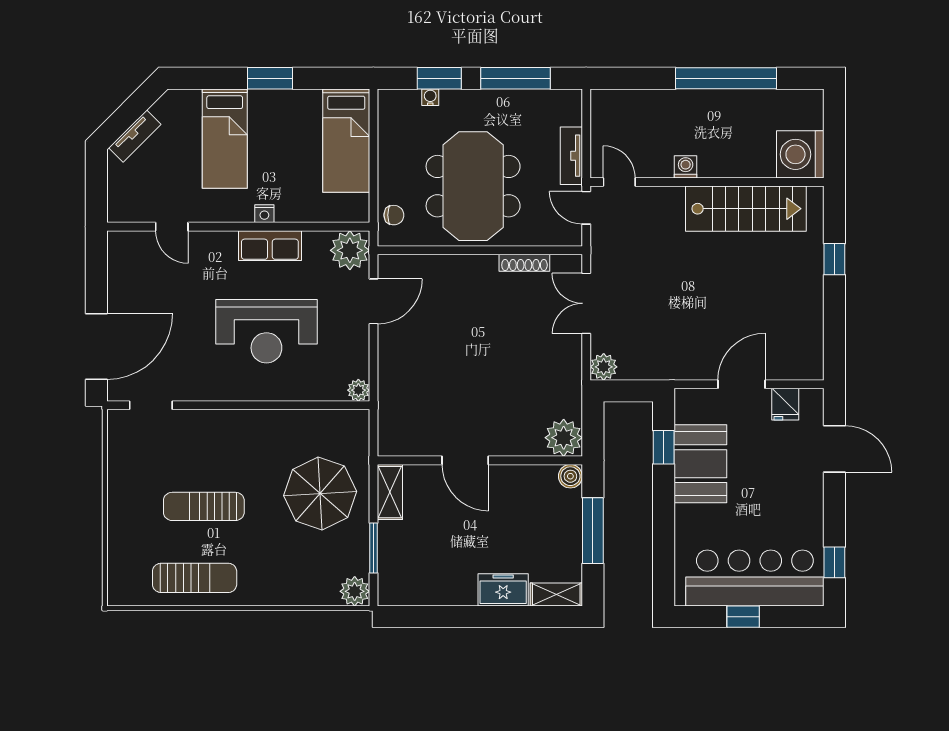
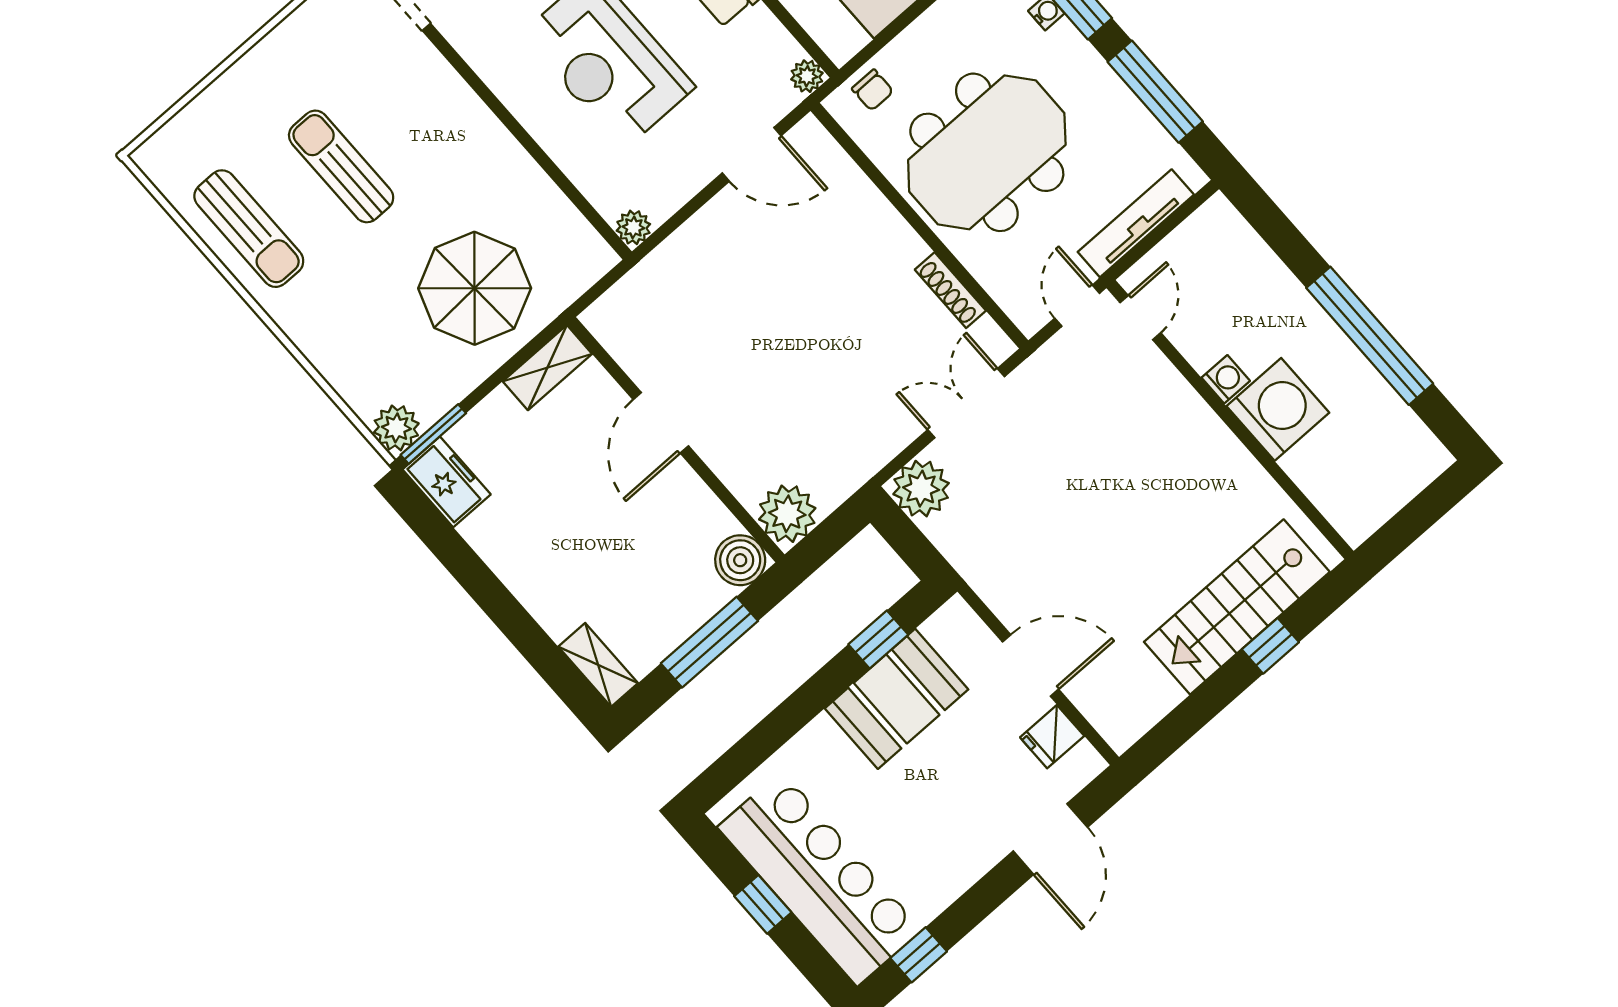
washing machine: (800, 154) -> (1278, 409), moved, turned 90
tv unit: (571, 156) -> (1136, 223), width x1.41
stairs: (746, 209) -> (1237, 607), moved, turned 90
plant: (350, 250) -> (807, 76), width x0.53, depth x0.53
plant: (604, 367) -> (921, 489), width x1.36, depth x1.36
boiler: (570, 476) -> (740, 560), width x1.36, depth x1.36
window: (373, 548) -> (433, 434), moved
freezer: (503, 590) -> (447, 482), moved

